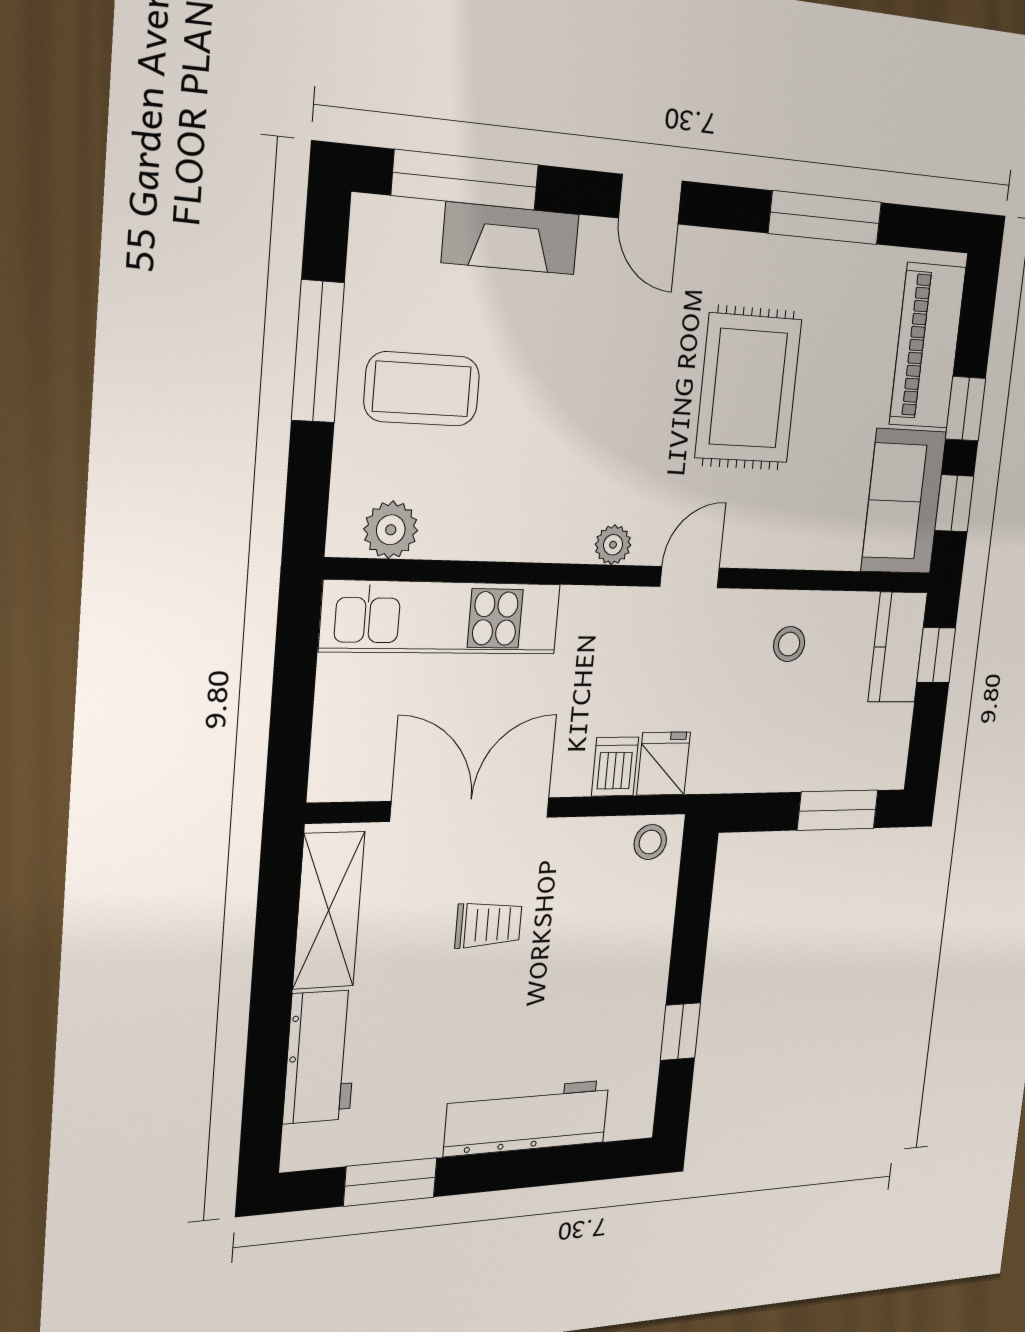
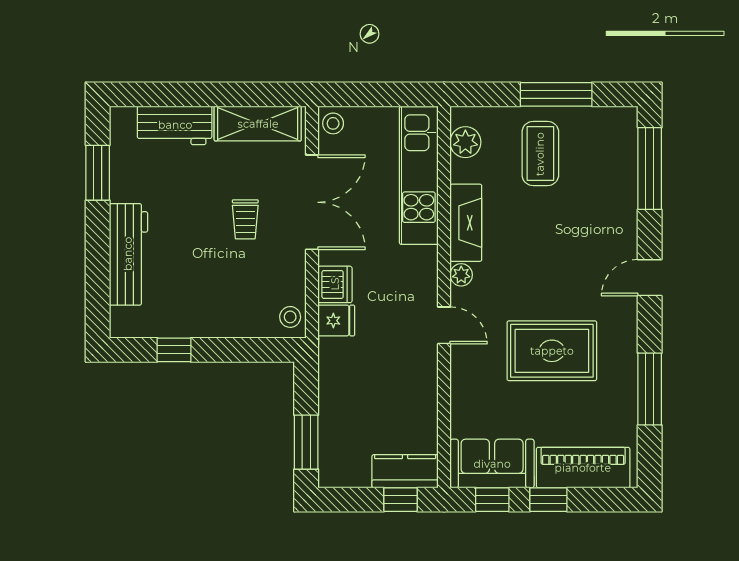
fireplace: (511, 238) -> (466, 223), moved, turned 180
stool: (789, 644) -> (333, 123), moved
dishwasher: (615, 767) -> (335, 284), width x1.38

